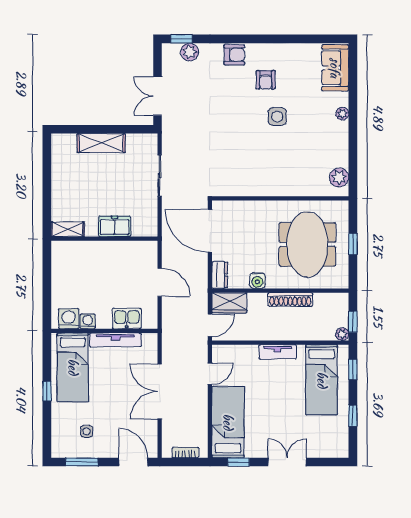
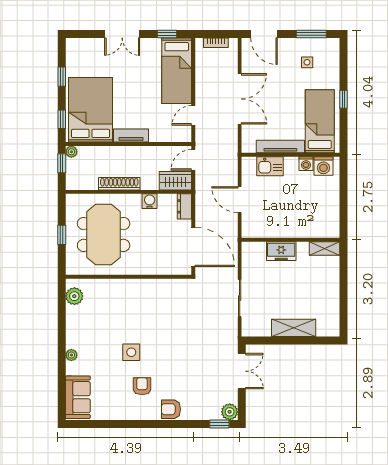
plant: (190, 52) -> (230, 412), moved
bed: (322, 380) -> (91, 110), width x1.50

